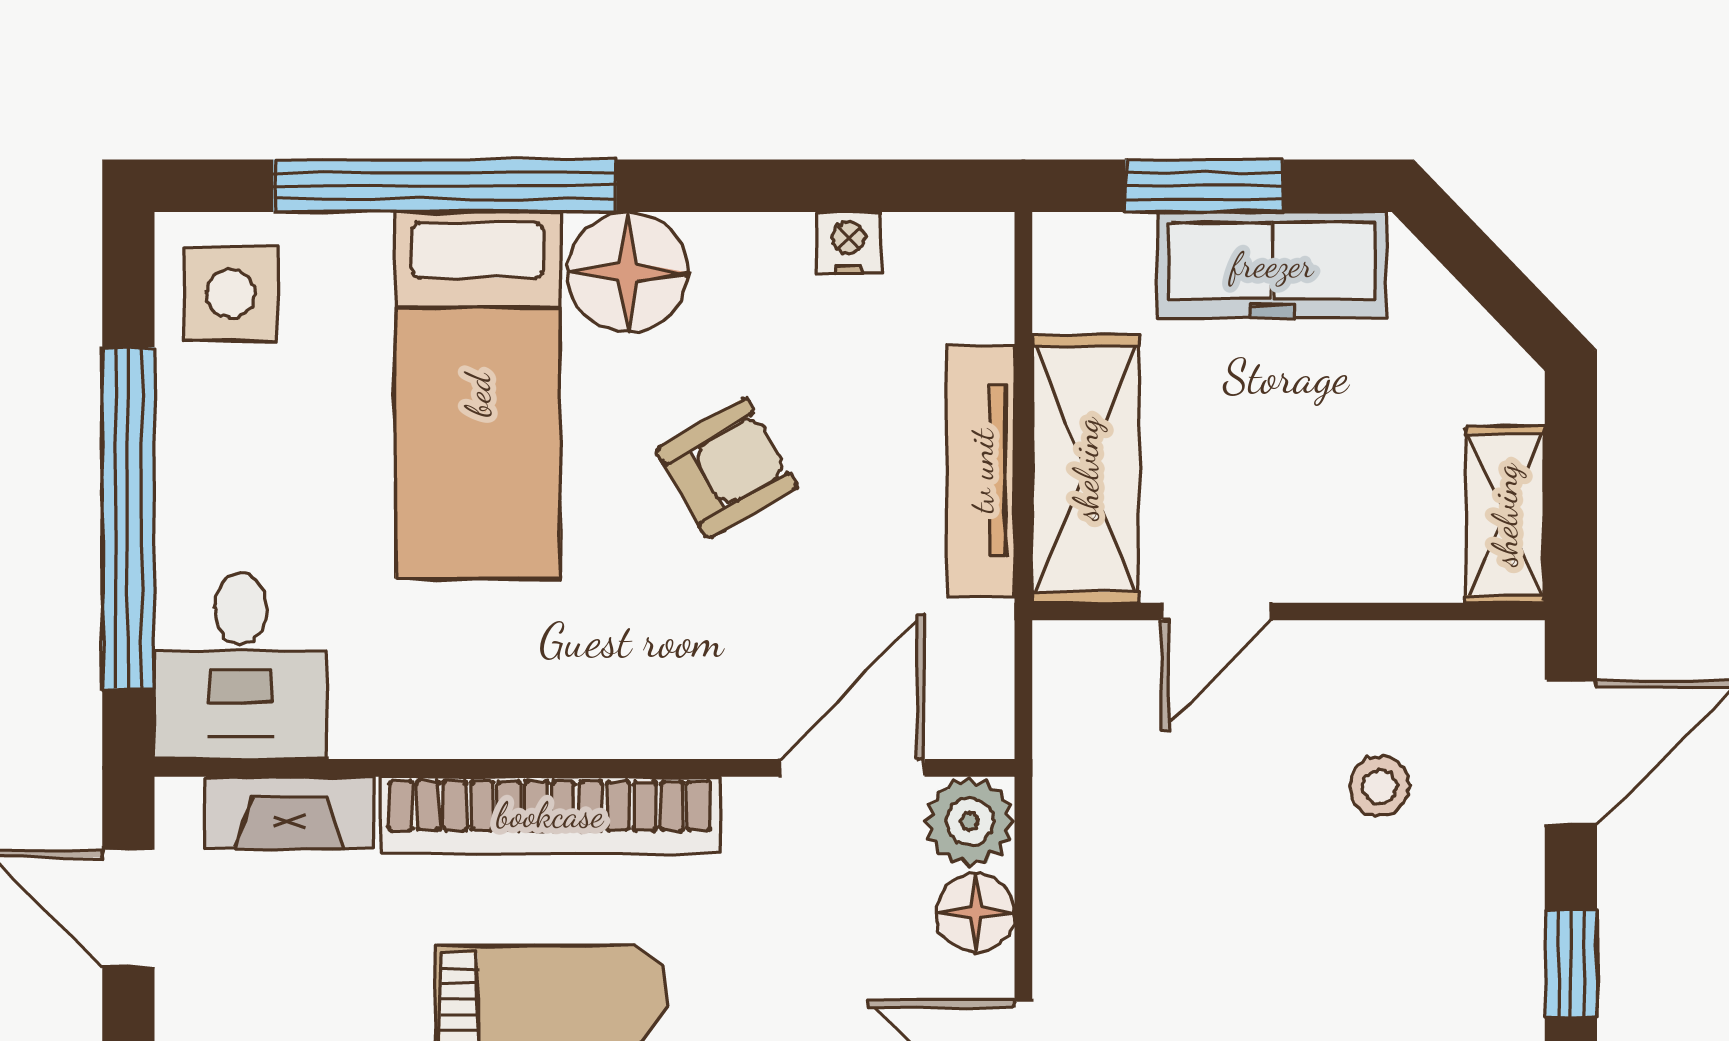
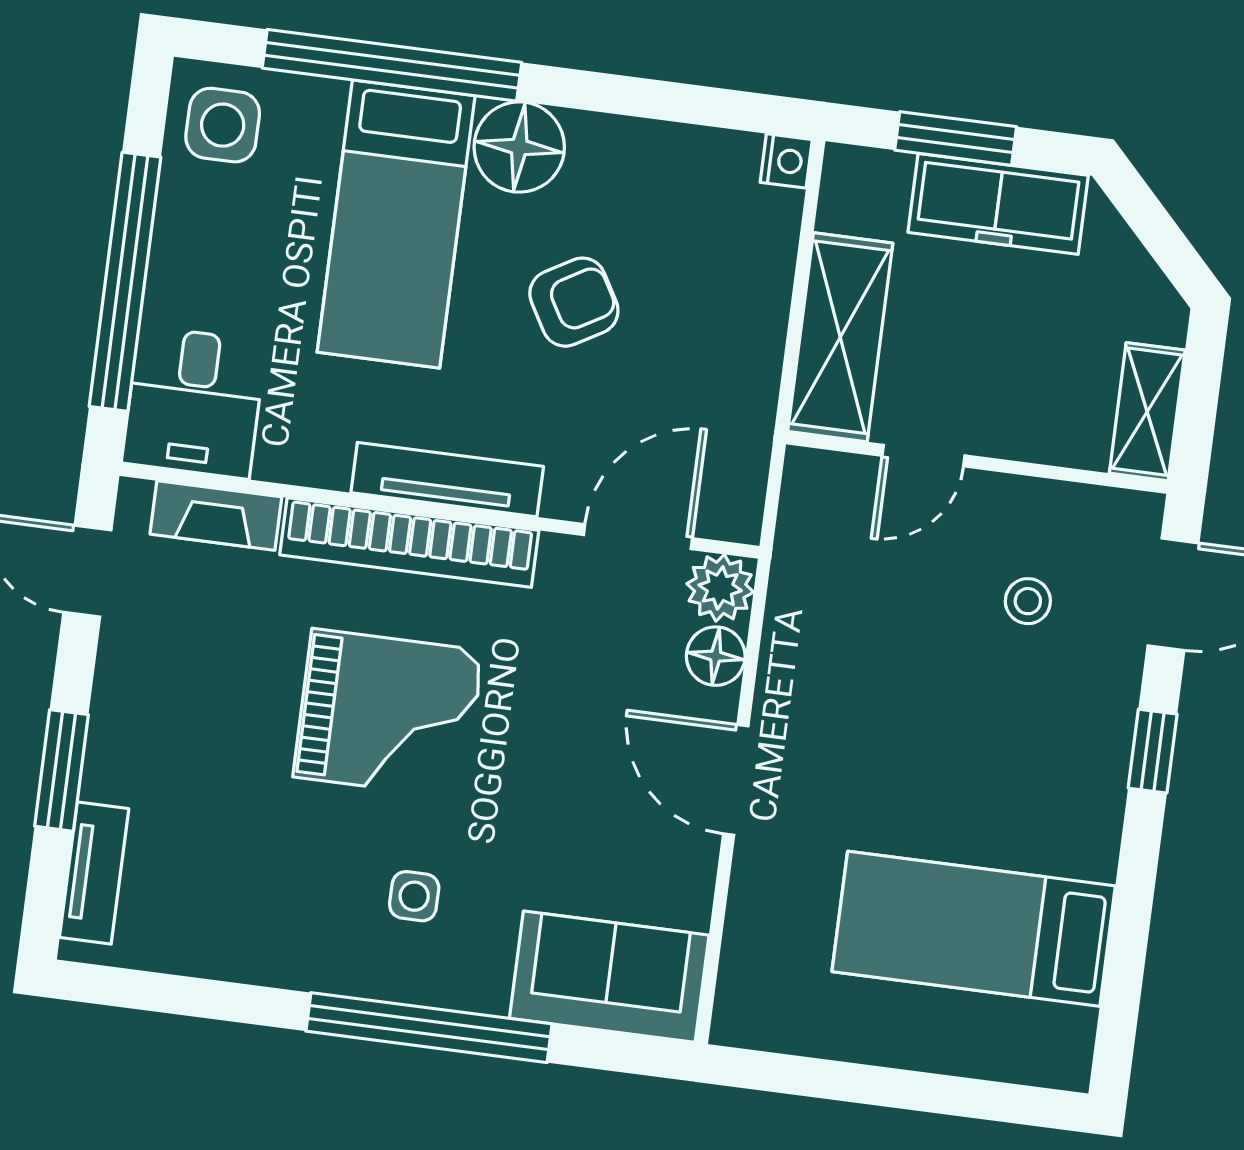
nightstand: (848, 243) -> (786, 161), moved, turned 90
tv unit: (981, 471) -> (447, 480), moved, turned 90

